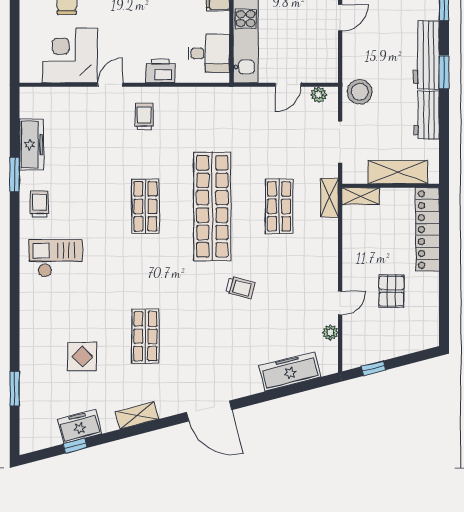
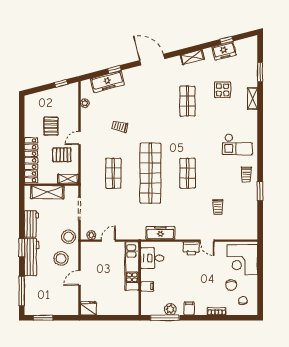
stool: (373, 53) -> (61, 259), added
corner desk: (70, 55) -> (242, 260), moved, turned 90
printer: (160, 71) -> (191, 248), moved
door: (110, 85) -> (207, 241), hinge flipped
trolley: (144, 117) -> (218, 207), moved
freezer: (31, 145) -> (160, 233), moved, turned 90
shelving: (329, 198) -> (252, 99), moved
pallet: (372, 239) -> (62, 155), added
trolley: (240, 288) -> (120, 127), moved
door: (340, 303) -> (79, 138), moved
window: (277, 393) -> (114, 69), added

